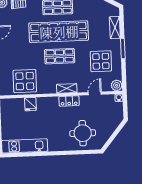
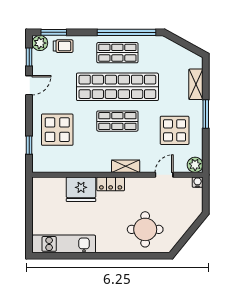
display table: (25, 81) -> (57, 130), moved
locker: (69, 101) -> (111, 184), moved
fridge: (30, 104) -> (81, 189), width x1.88, depth x1.34

